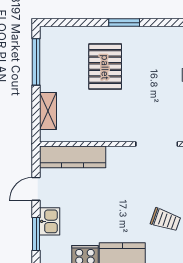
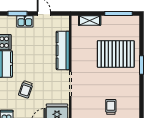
pallet: (105, 67) -> (116, 54), width x1.37, depth x1.41
kitchen counter: (73, 157) -> (63, 50), moved

